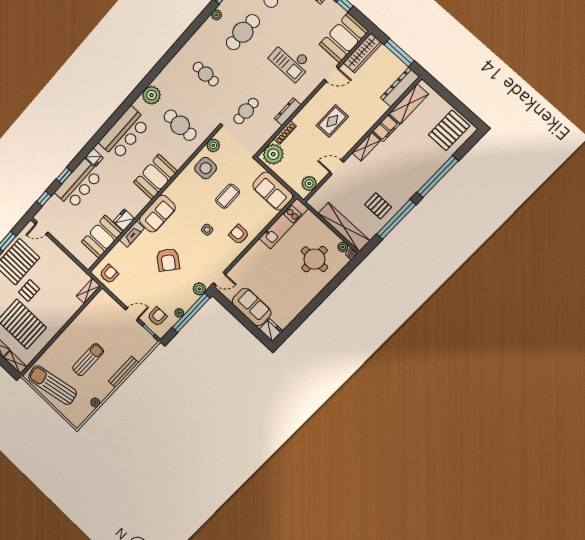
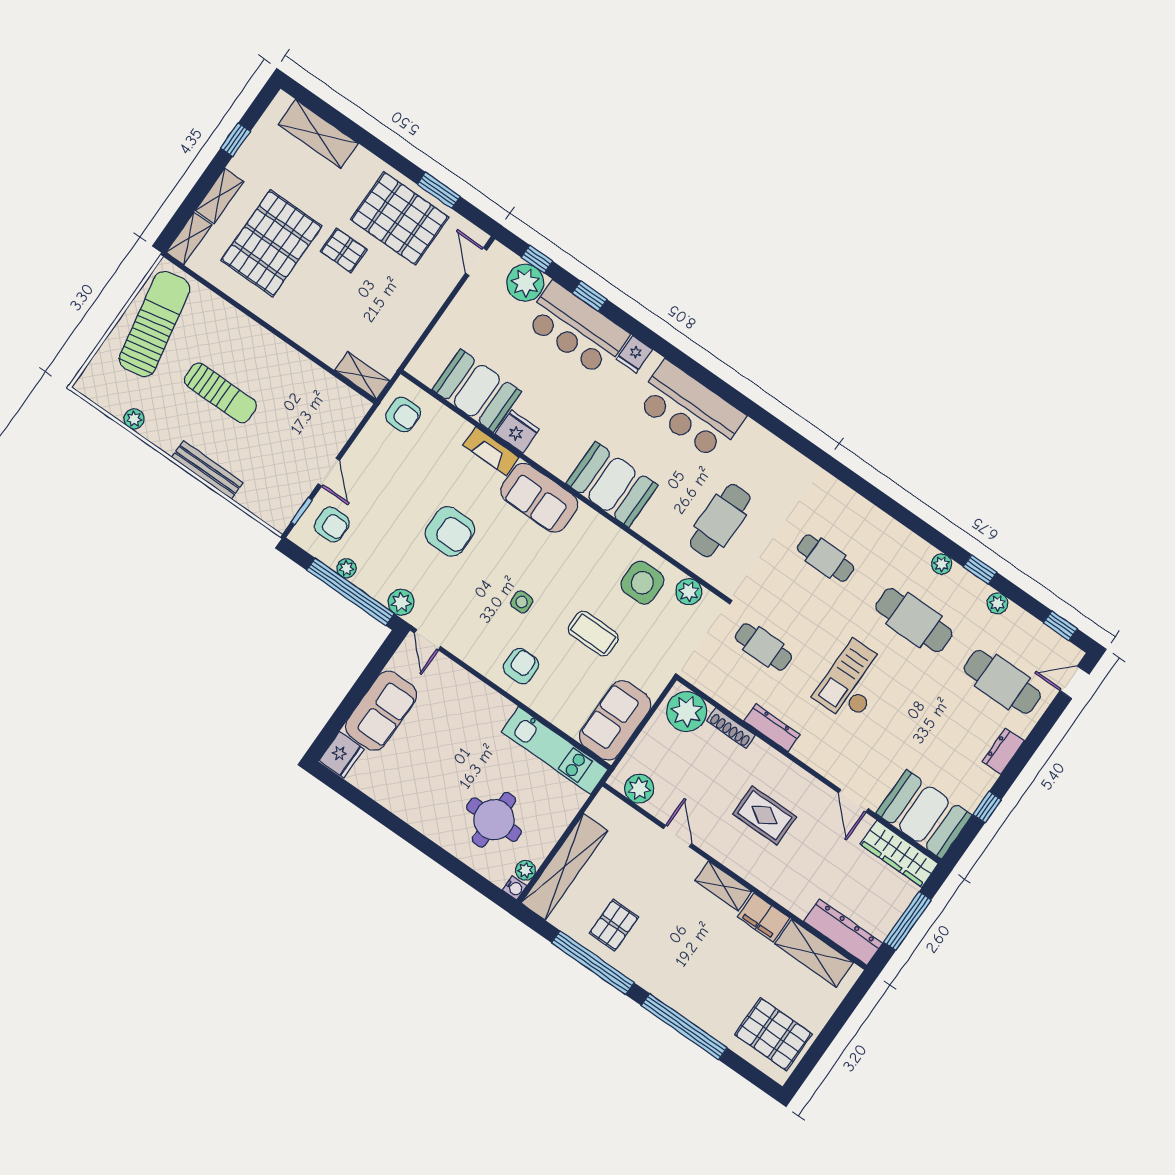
checkout: (290, 61) -> (853, 682), moved
cafe table: (206, 74) -> (826, 558), turned 90
plant: (152, 95) -> (525, 283), moved
armchair: (168, 260) -> (450, 531), turned -129

